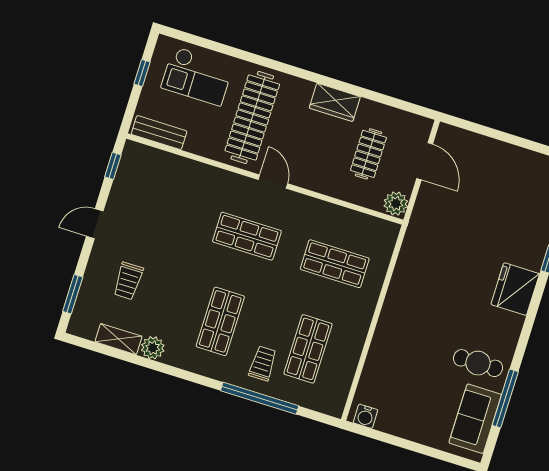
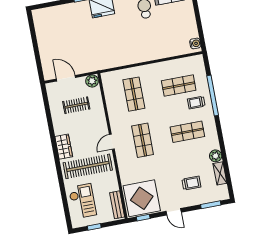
wardrobe: (335, 102) -> (64, 147), moved
door: (425, 161) -> (66, 78), hinge flipped
display table: (148, 181) -> (142, 198), added

